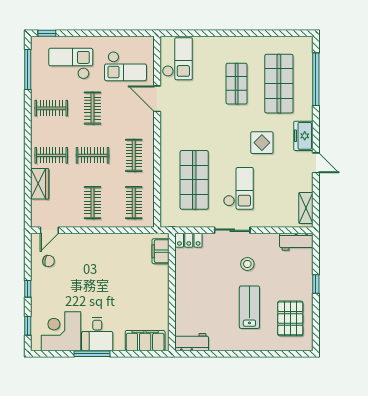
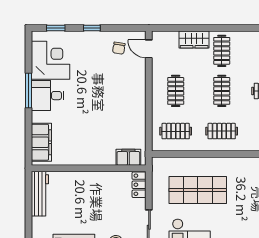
clothes rail: (92, 203) -> (176, 91), turned 90
workbench: (192, 342) -> (40, 194), width x1.38

